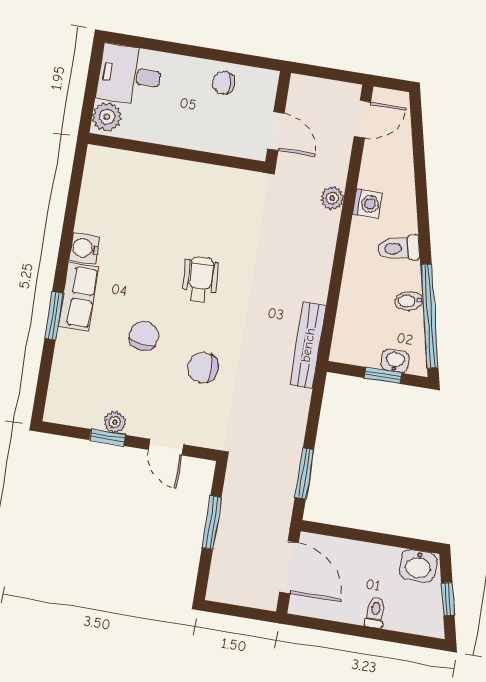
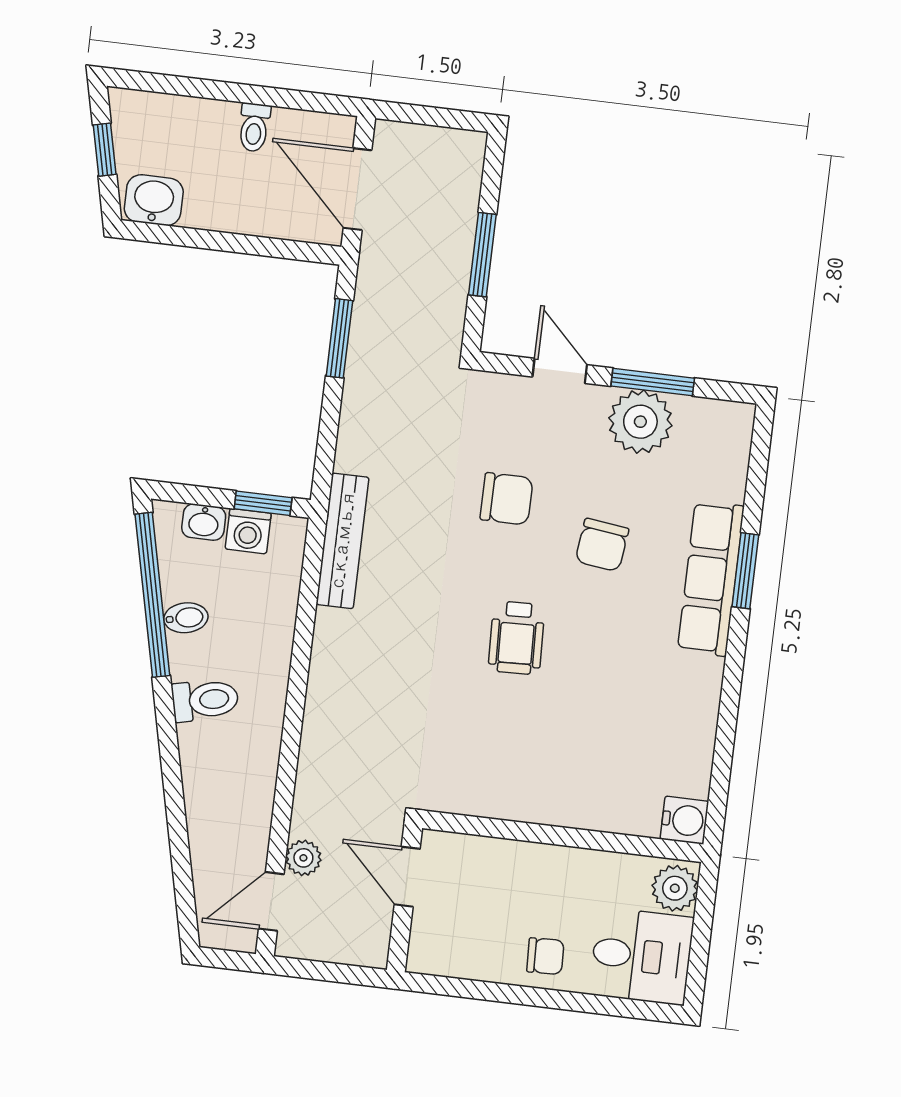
chair: (224, 83) -> (545, 956), moved
plant: (332, 198) -> (303, 858), moved
washing machine: (367, 204) -> (248, 531), moved, turned -90
water cooler: (85, 248) -> (684, 820), moved
row of seats: (78, 296) -> (711, 578), width x1.48
window: (383, 375) -> (263, 503), moved
plant: (115, 422) -> (640, 422), width x1.87, depth x1.87
window: (108, 437) -> (653, 382), width x1.50
toilet: (375, 613) -> (254, 127), moved

